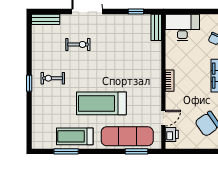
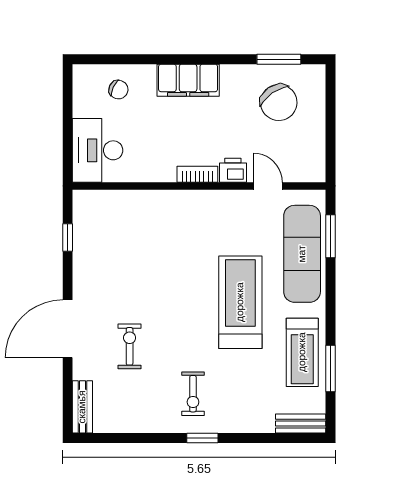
bench: (156, 27) -> (301, 424), moved
treadmill: (101, 103) -> (240, 302), turned 180
printer: (172, 134) -> (233, 170), moved

